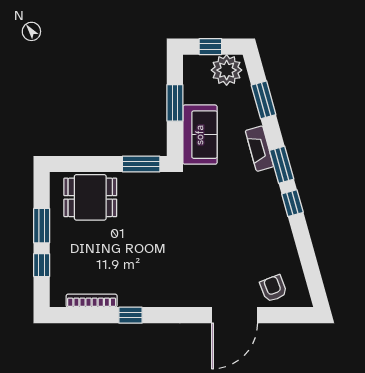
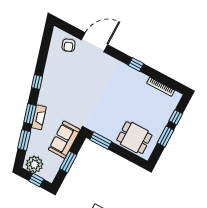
window: (282, 165) -> (30, 114), moved
window: (130, 315) -> (136, 64), moved

